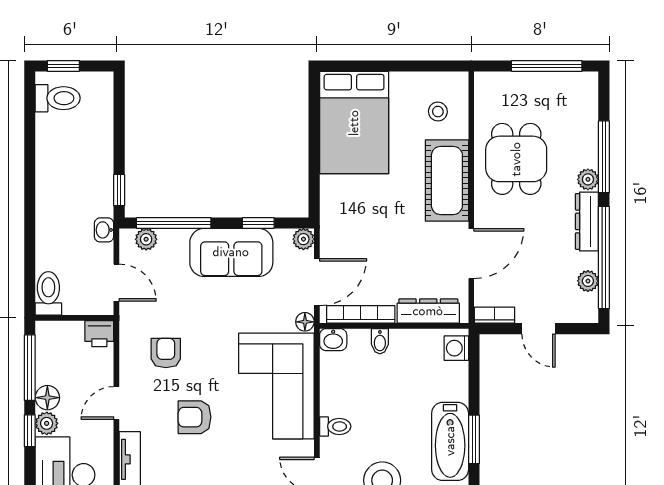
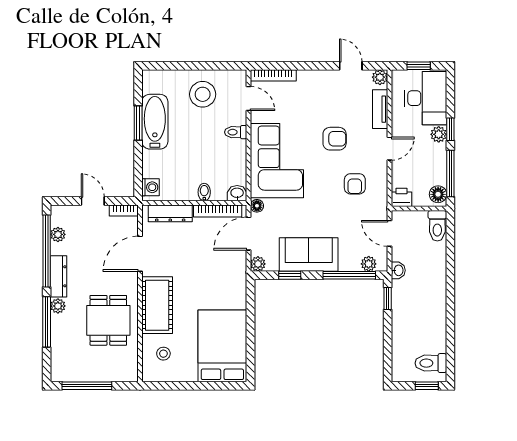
floor lamp: (47, 398) -> (438, 194), moved

